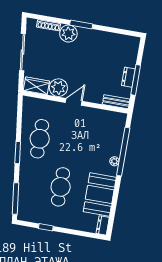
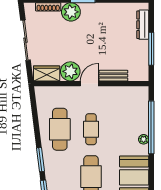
dresser: (128, 77) -> (143, 25), moved, width x1.44
bench: (116, 102) -> (113, 76), moved
cafe table: (68, 144) -> (91, 129), added
window: (18, 153) -> (40, 160), moved

